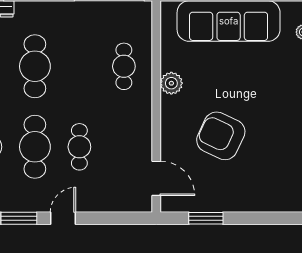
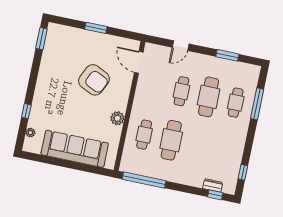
cafe table: (35, 66) -> (171, 140), moved
door: (63, 218) -> (181, 46), moved
window: (206, 218) -> (96, 28), moved

